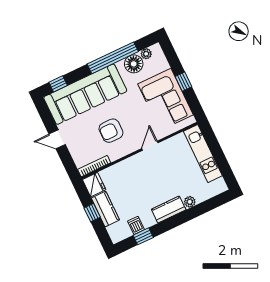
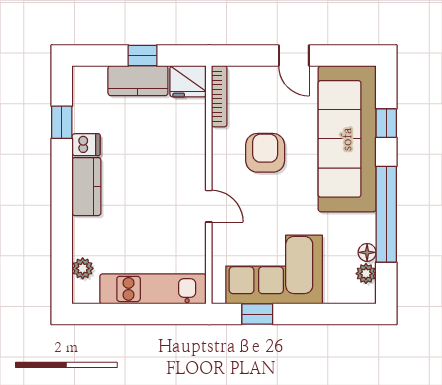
floor lamp: (134, 64) -> (367, 252), width x0.53, depth x0.53
window: (184, 82) -> (257, 314), moved
window: (58, 84) -> (386, 123), moved
door: (57, 139) -> (294, 56), swing flipped
plant: (190, 202) -> (83, 268), moved
dishwasher: (136, 225) -> (86, 145), moved

